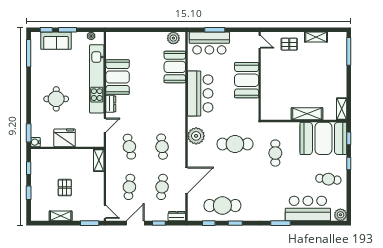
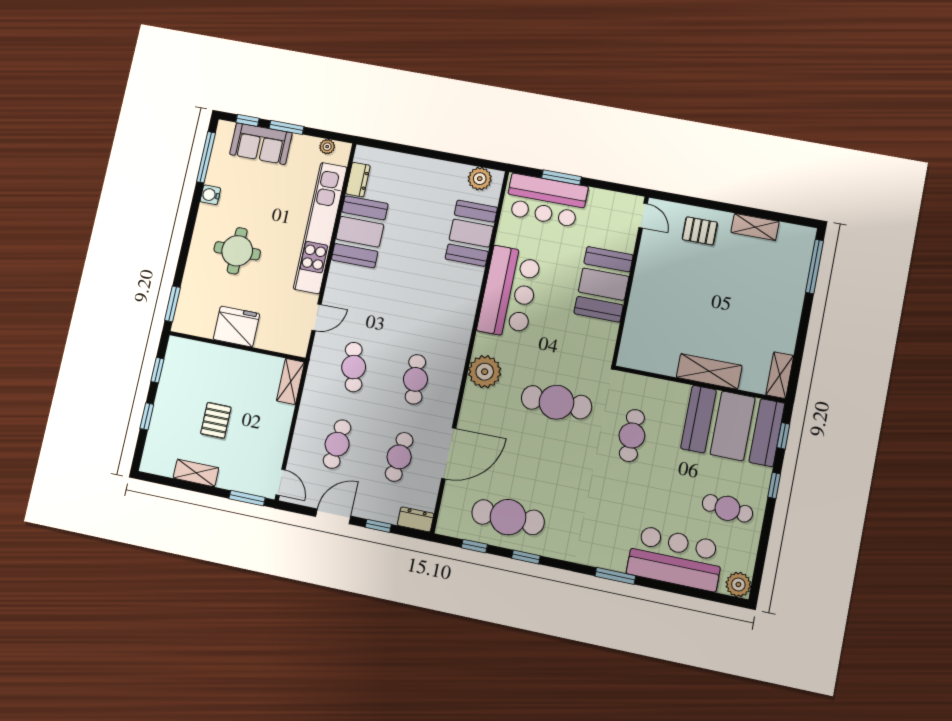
dresser: (111, 104) -> (358, 180), moved
water cooler: (35, 142) -> (210, 195), moved

